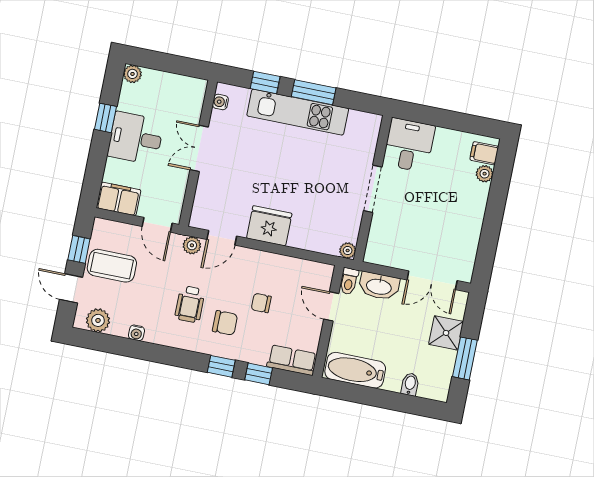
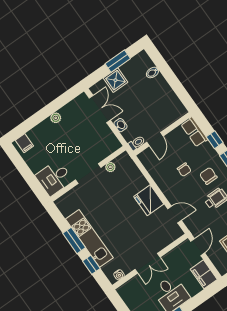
plant: (485, 174) -> (56, 118), moved
plant: (192, 245) -> (191, 224), removed
plant: (348, 251) -> (110, 167), moved
washbasin: (379, 286) -> (120, 125), width x0.52, depth x0.69
bathtub: (355, 370) -> (171, 101), removed

